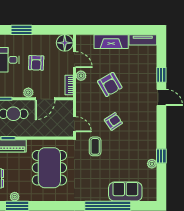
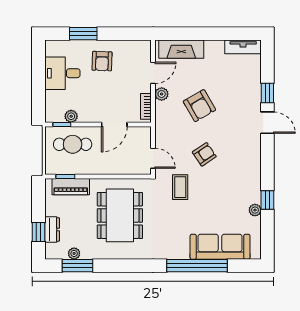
fireplace: (111, 42) -> (181, 49), moved
floor lamp: (65, 43) -> (140, 51), removed
door: (74, 60) -> (153, 73), hinge flipped
armchair: (36, 63) -> (102, 61), moved
plant: (28, 93) -> (71, 116), moved
sofa: (125, 192) -> (220, 247), width x1.36

